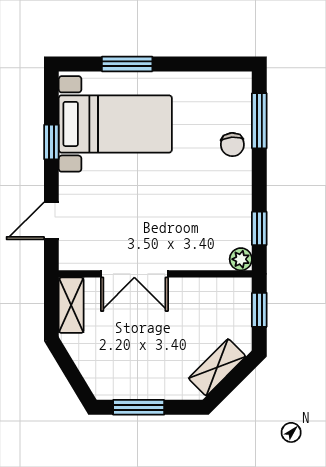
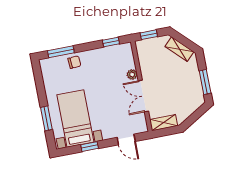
plant: (241, 259) -> (132, 75), moved
double door: (134, 274) -> (143, 96), swing flipped

